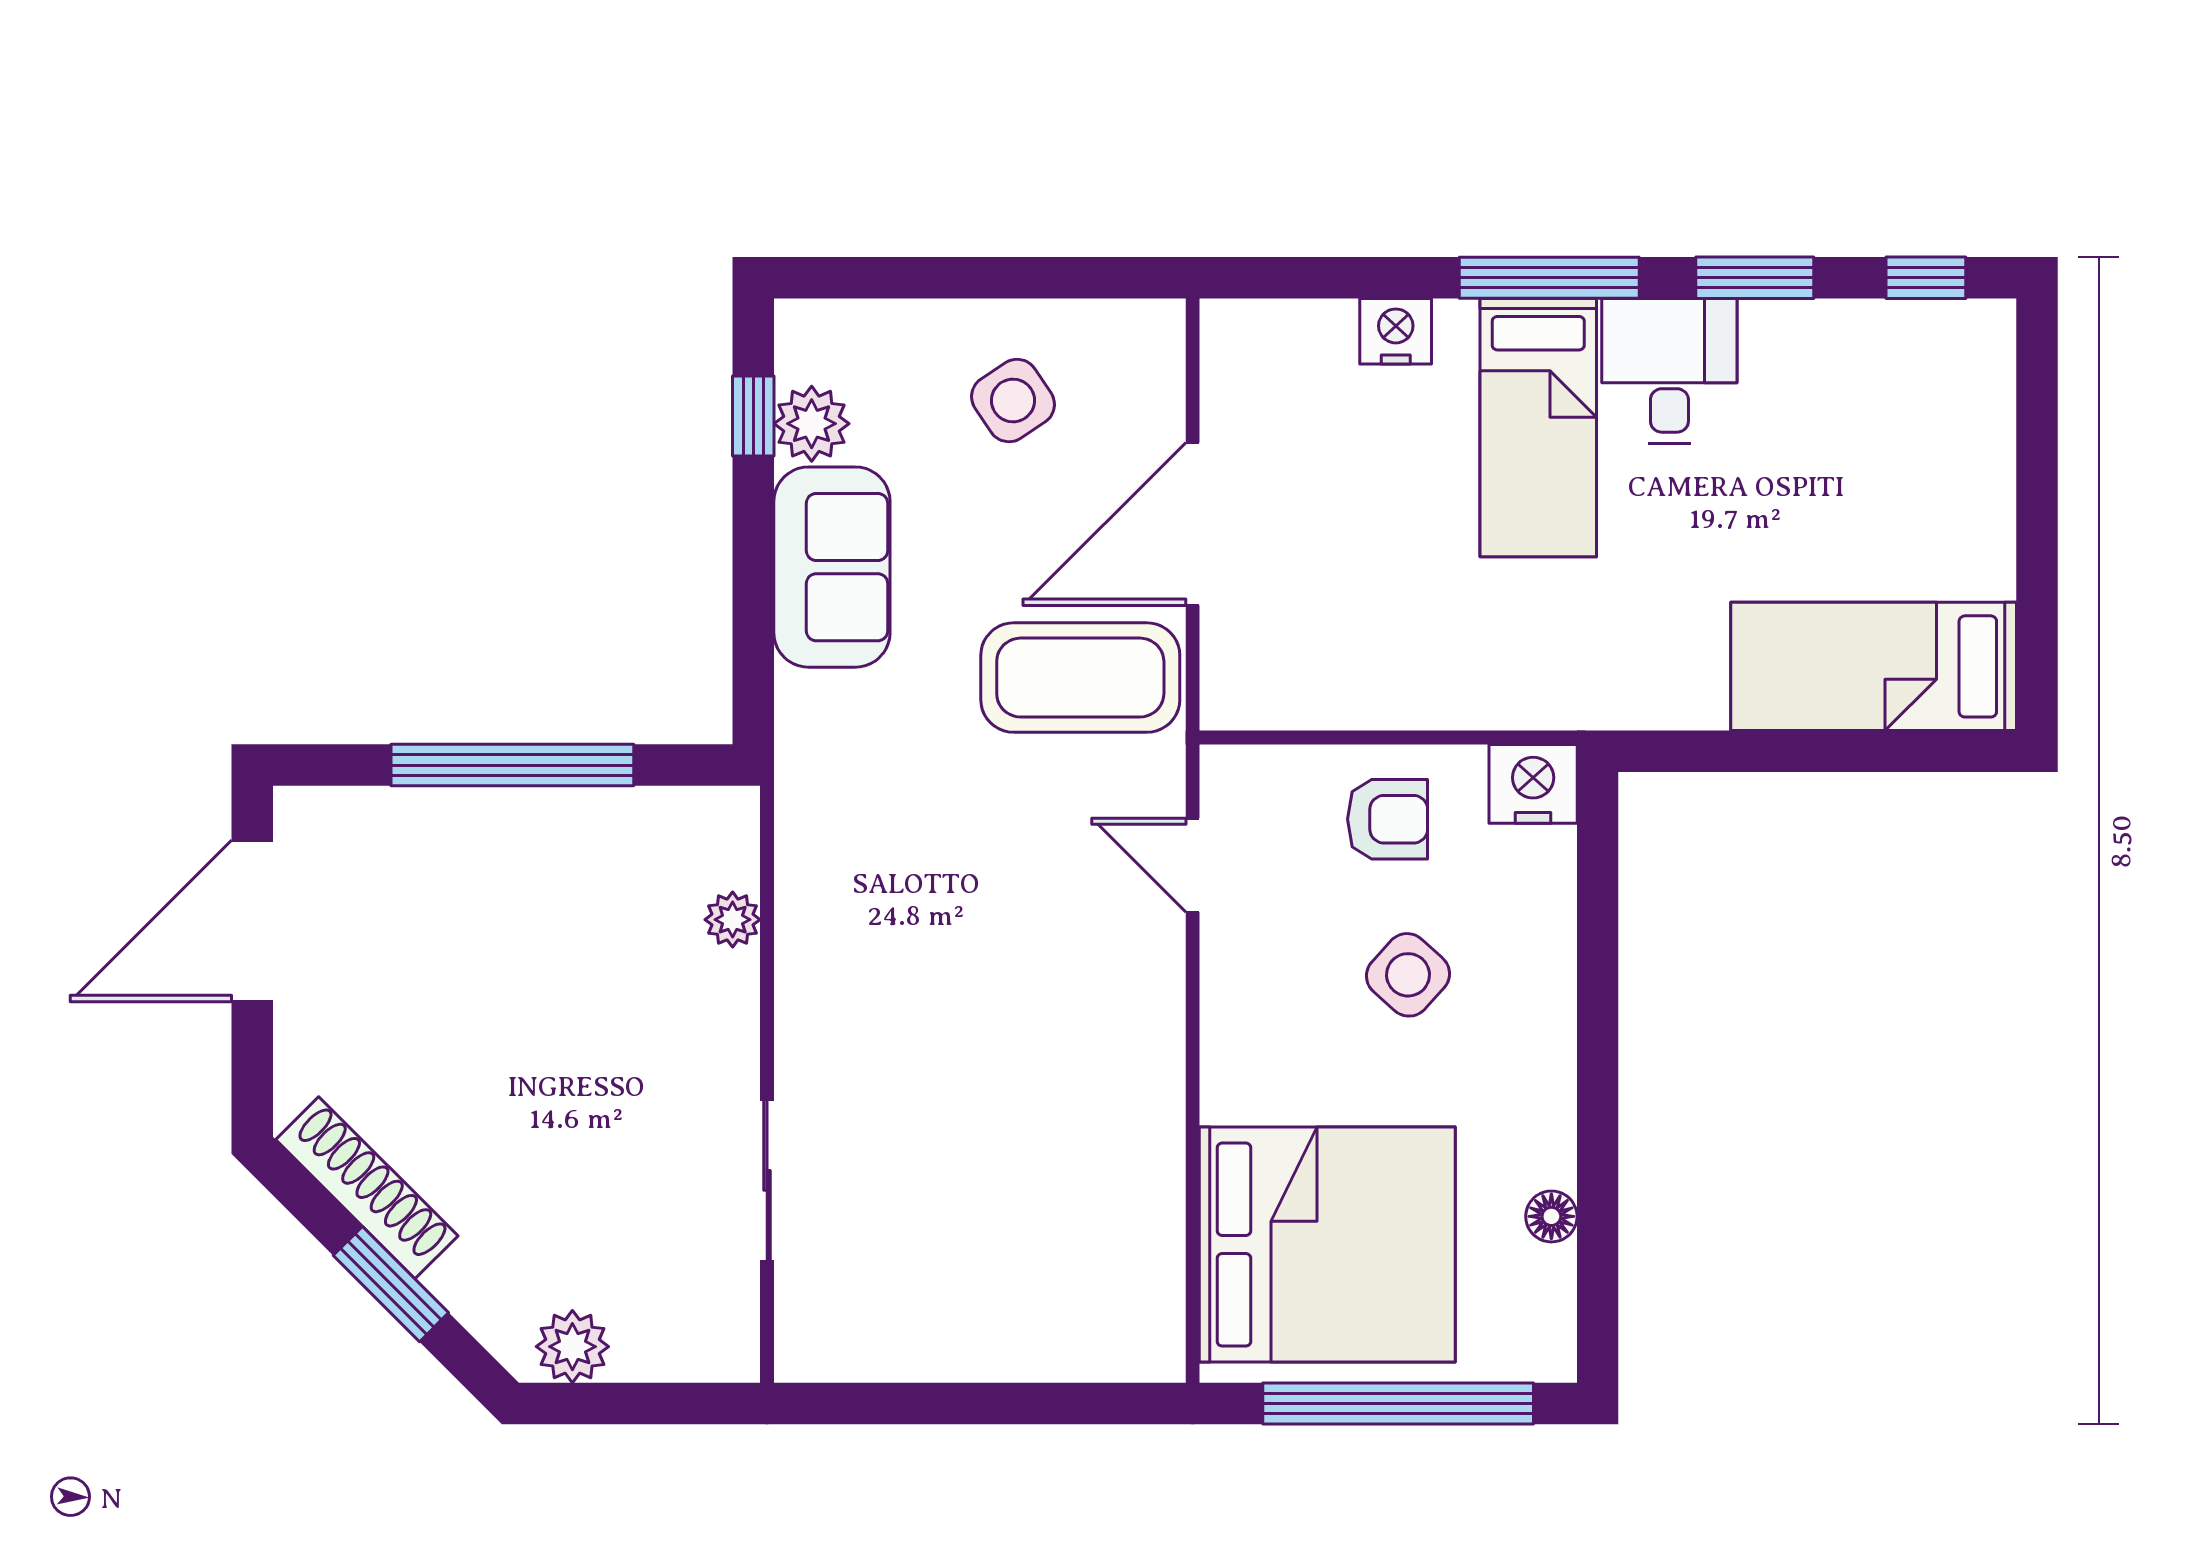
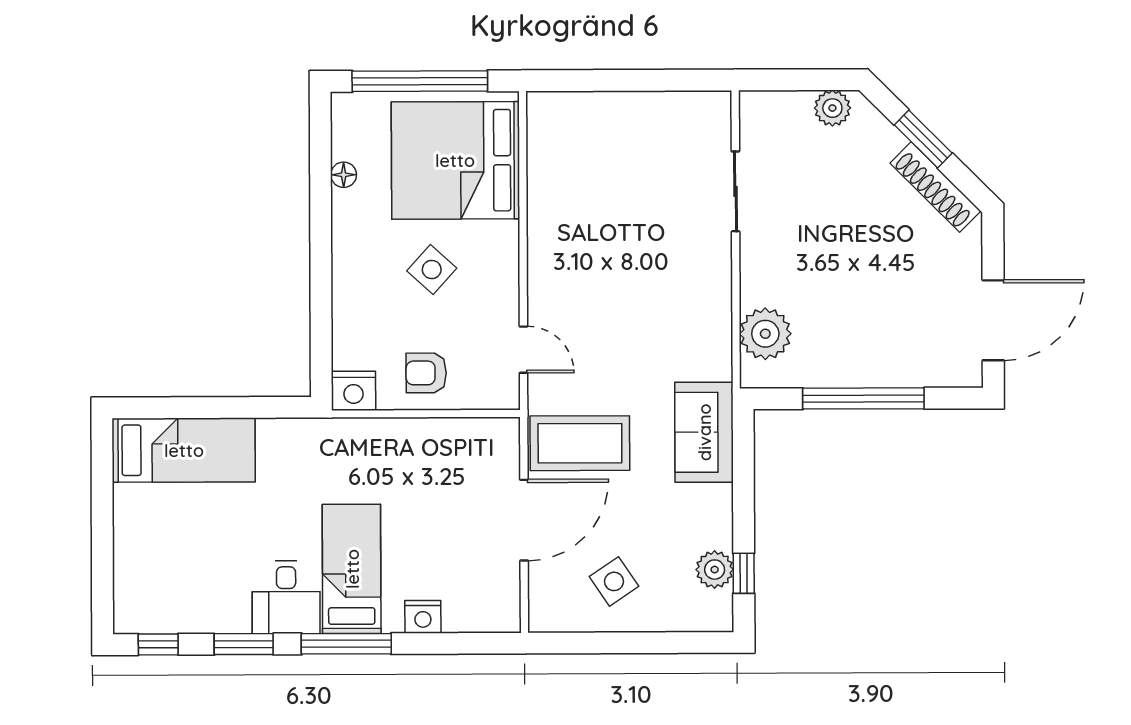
sofa: (832, 567) -> (704, 432), moved
plant: (733, 920) -> (765, 334), width x1.88, depth x1.88
side table: (1408, 975) -> (432, 270), moved

